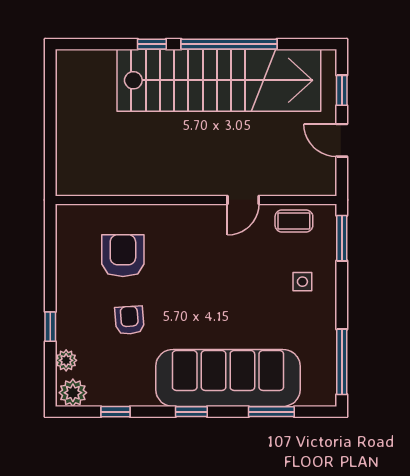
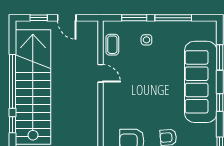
door: (342, 140) -> (67, 18), hinge flipped
window: (342, 238) -> (134, 18), moved
window: (342, 362) -> (173, 18), moved

